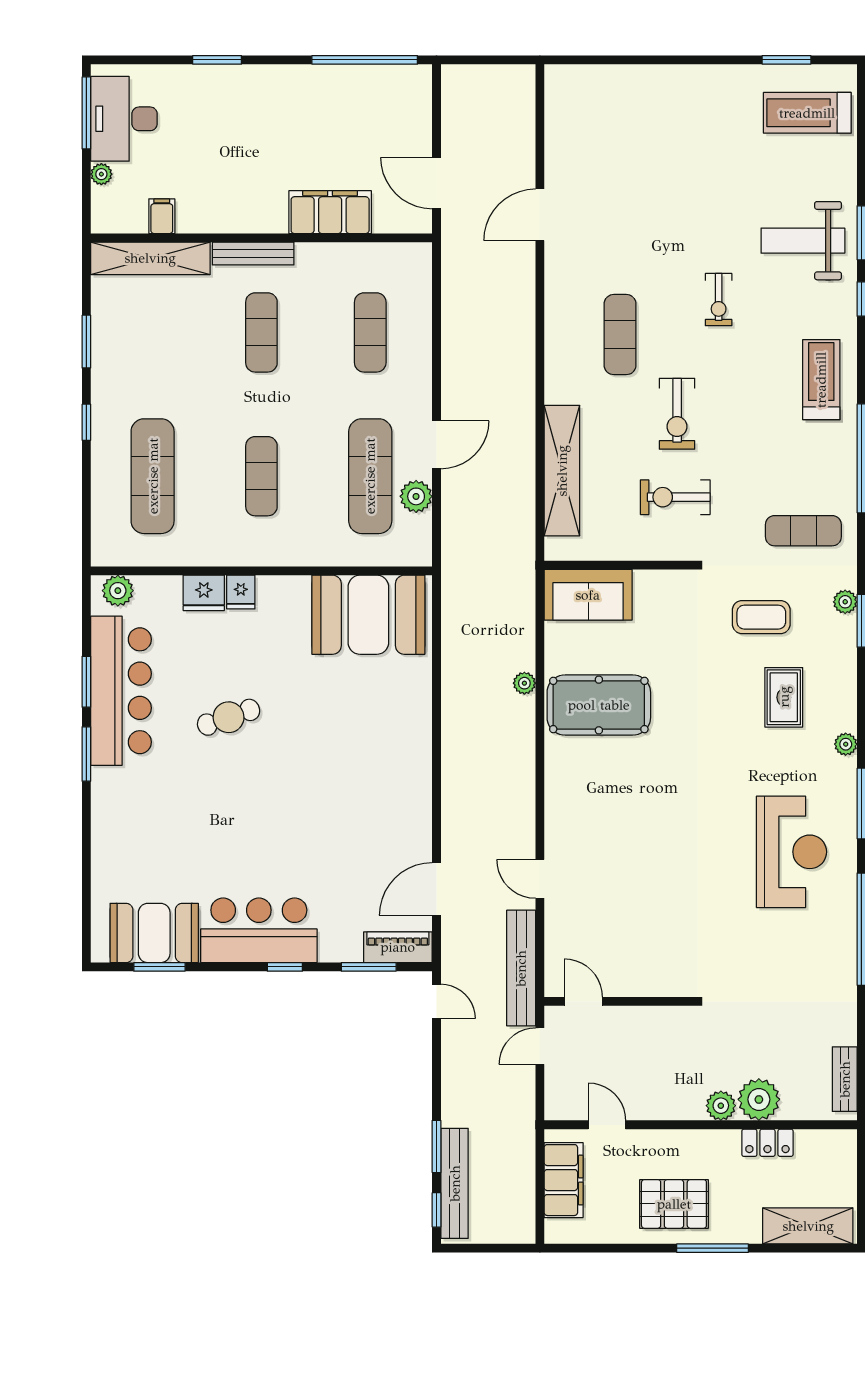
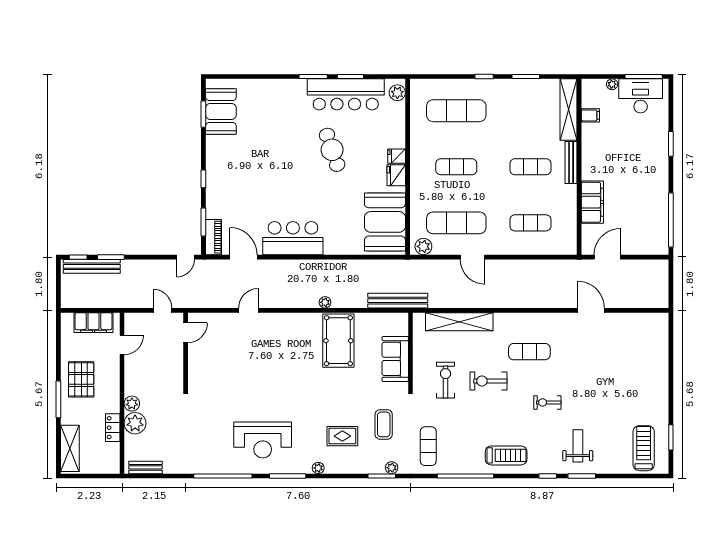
weight bench: (803, 241) -> (578, 446), width x0.73, depth x0.75
plant: (416, 496) -> (423, 246), moved
fridge: (204, 593) -> (396, 175), moved
sofa: (588, 595) -> (395, 359), moved
plant: (524, 683) -> (325, 302), moved
cafe table: (229, 717) -> (332, 150), width x1.37, depth x1.35
bar counter: (259, 930) -> (293, 238), moved, turned -90
bench: (521, 968) -> (398, 301), moved

